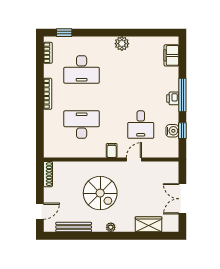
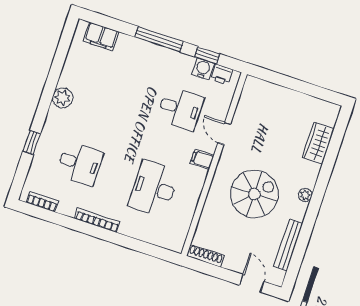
window: (64, 33) -> (32, 142), moved
desk: (82, 69) -> (80, 164), width x0.73
printer: (173, 98) -> (222, 75), moved
double door: (182, 199) -> (299, 86), removed

